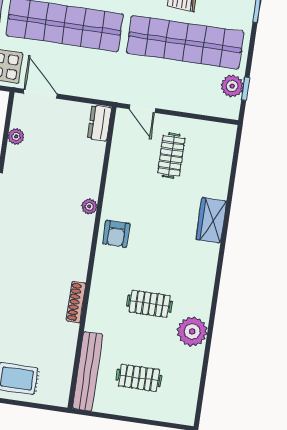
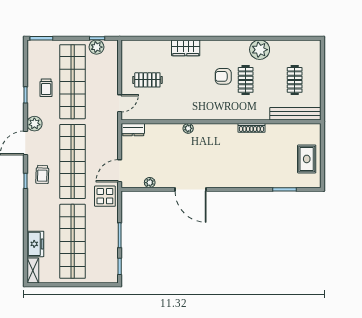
armchair: (116, 234) -> (223, 76), moved, turned 180

